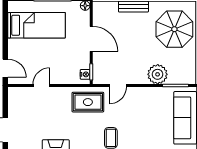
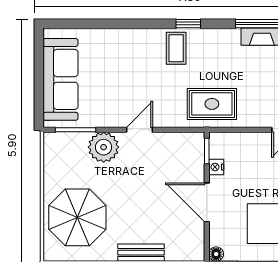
nightstand: (85, 74) -> (216, 167), moved
door: (118, 86) -> (139, 130), moved

